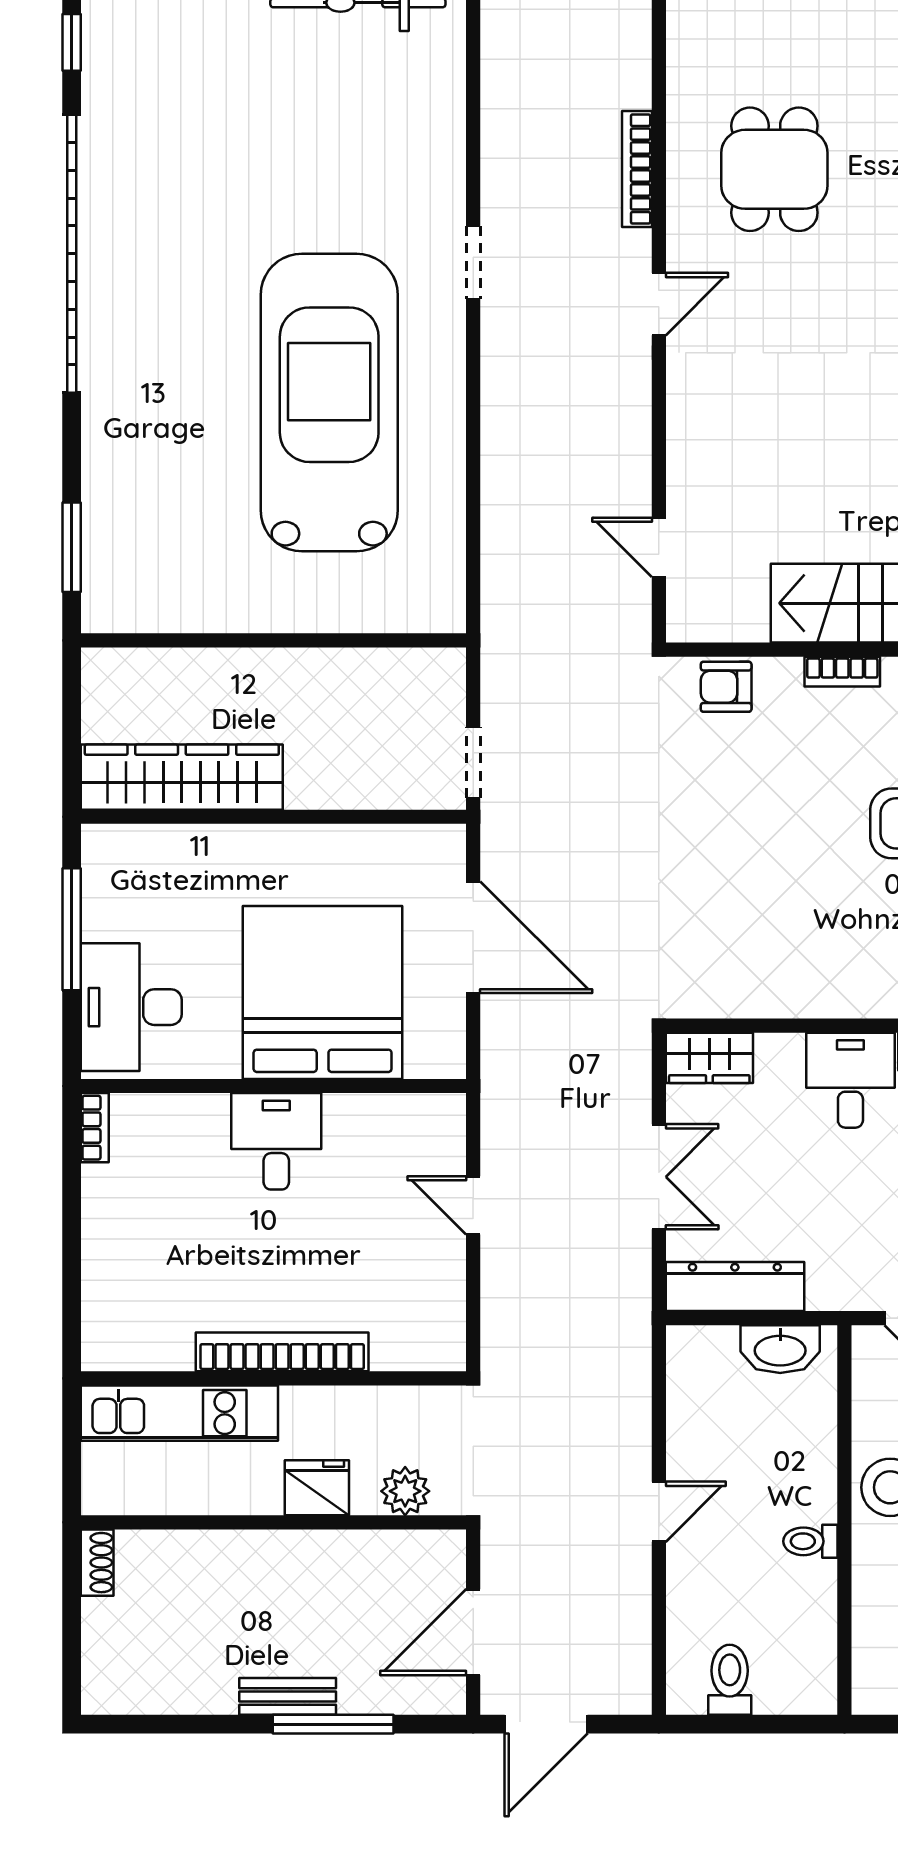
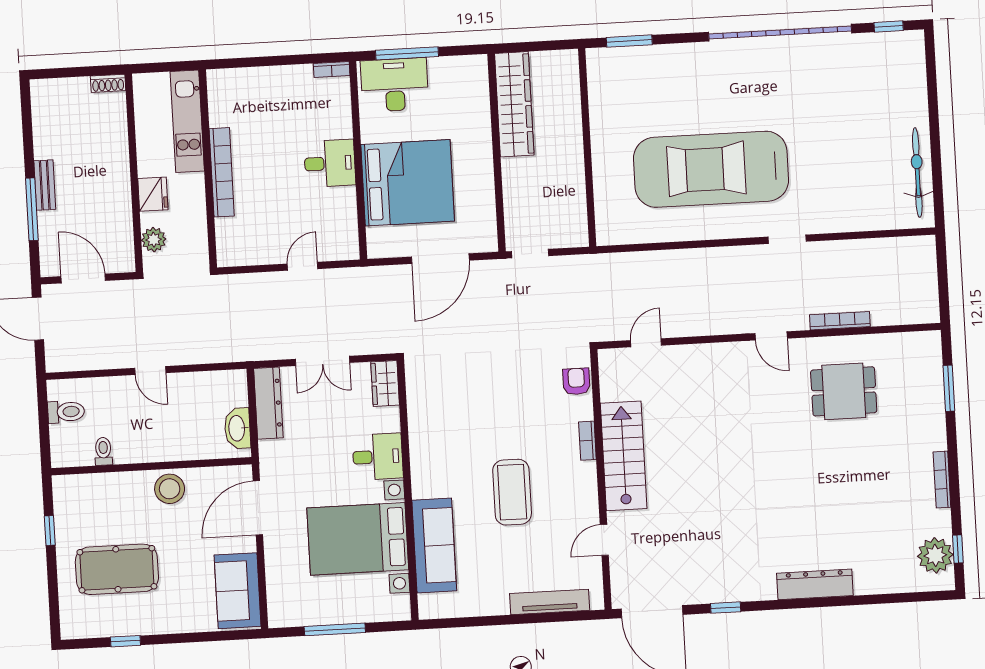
car: (329, 403) -> (711, 169), turned 180
window: (72, 929) -> (407, 53), moved
toilet: (810, 1541) -> (103, 451), moved

